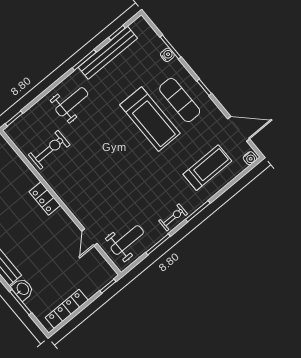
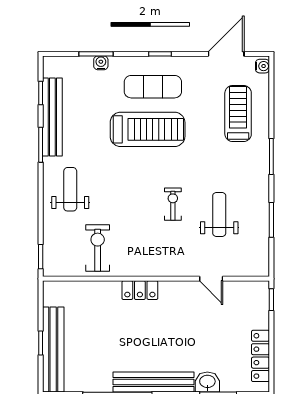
exercise bike: (173, 217) -> (173, 204), moved
weight bench: (127, 240) -> (219, 214), moved

